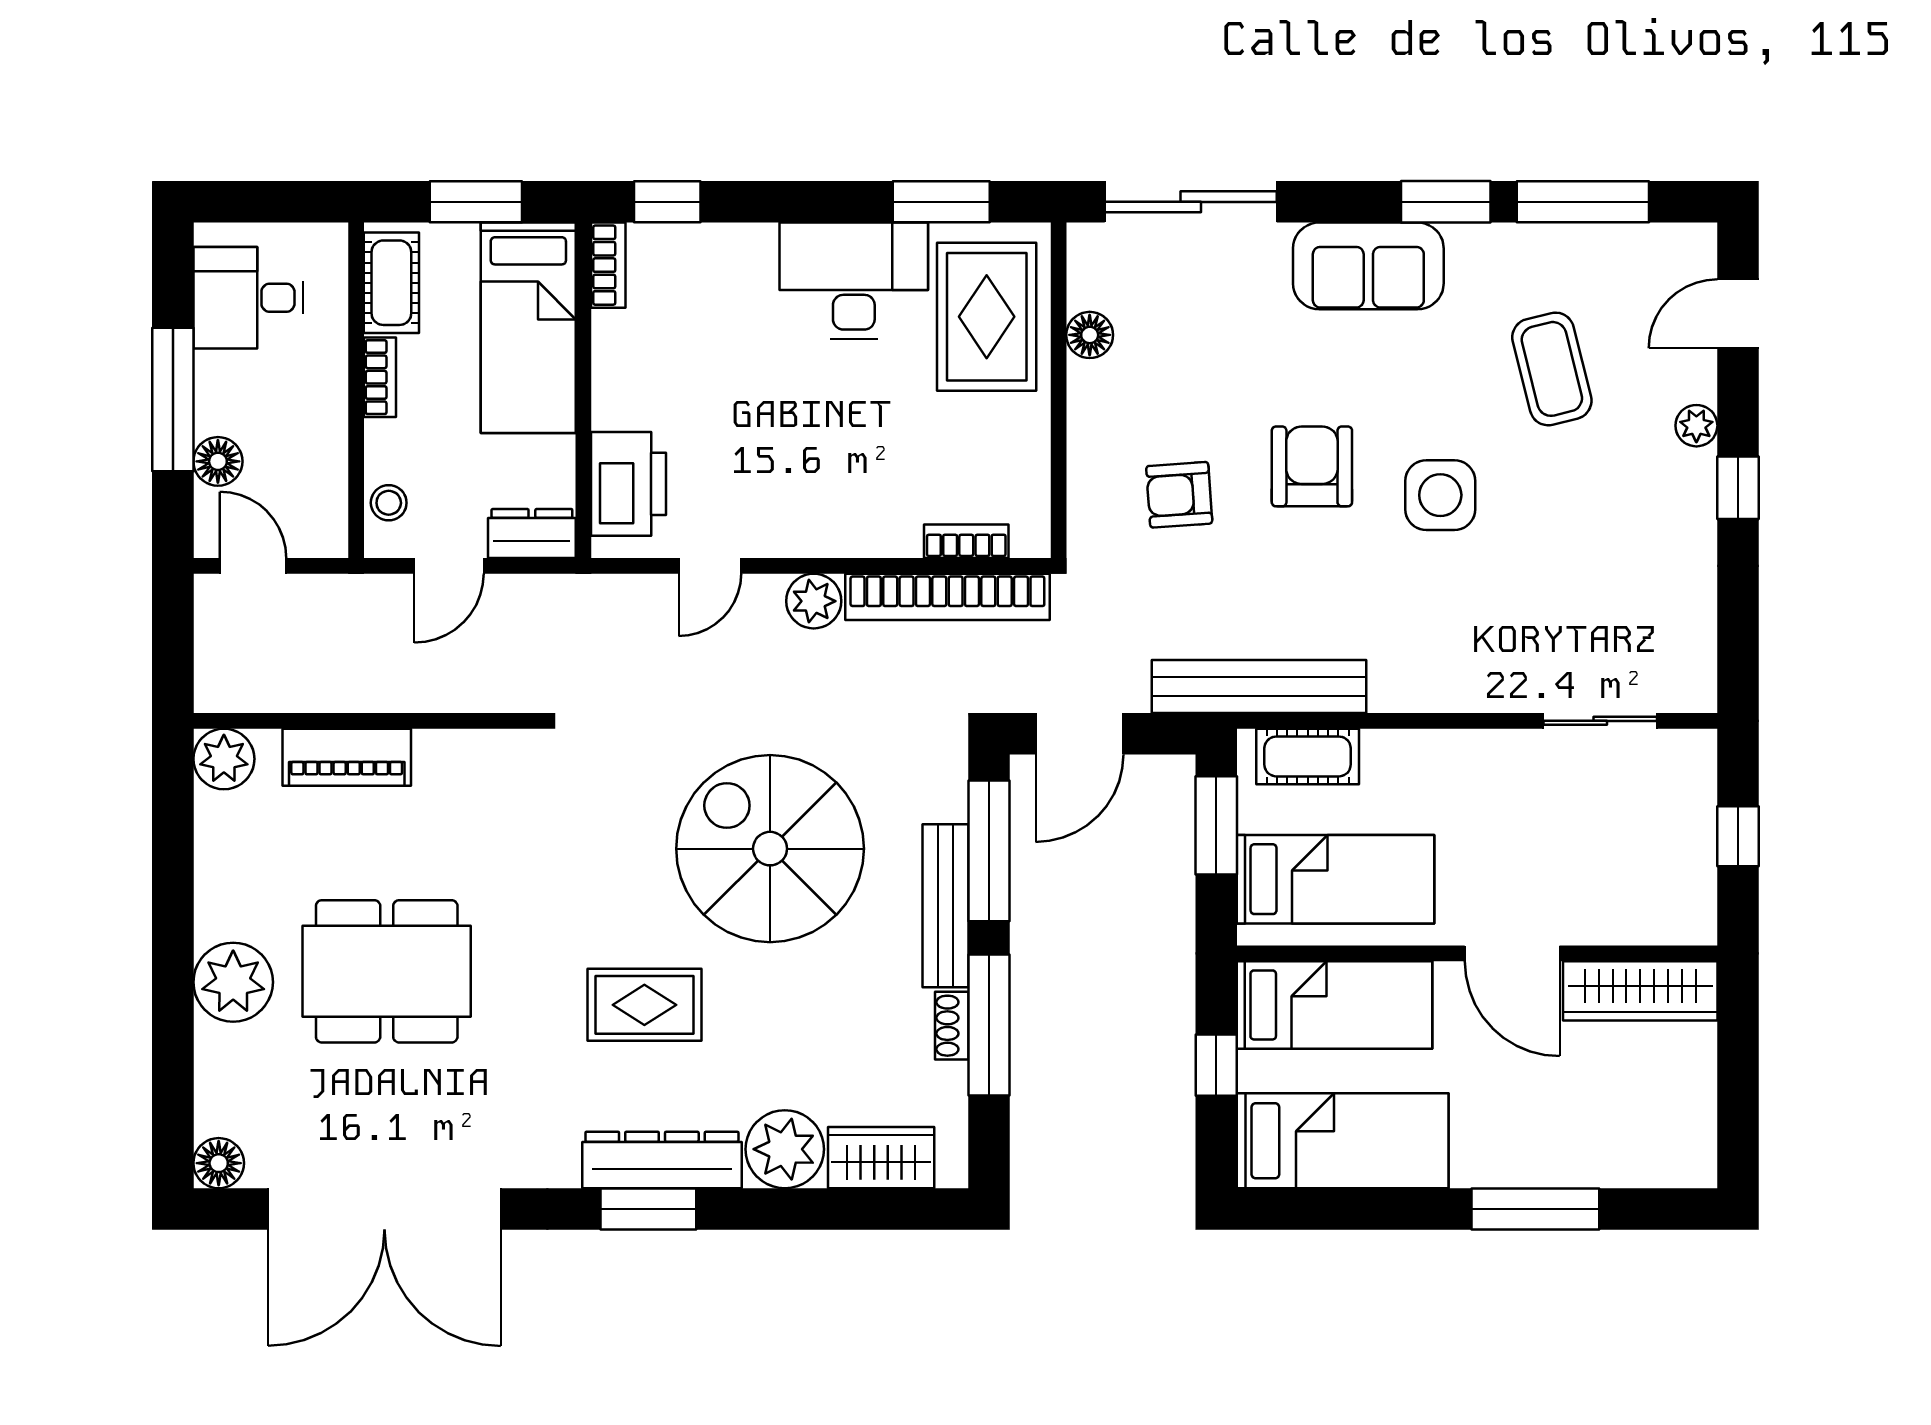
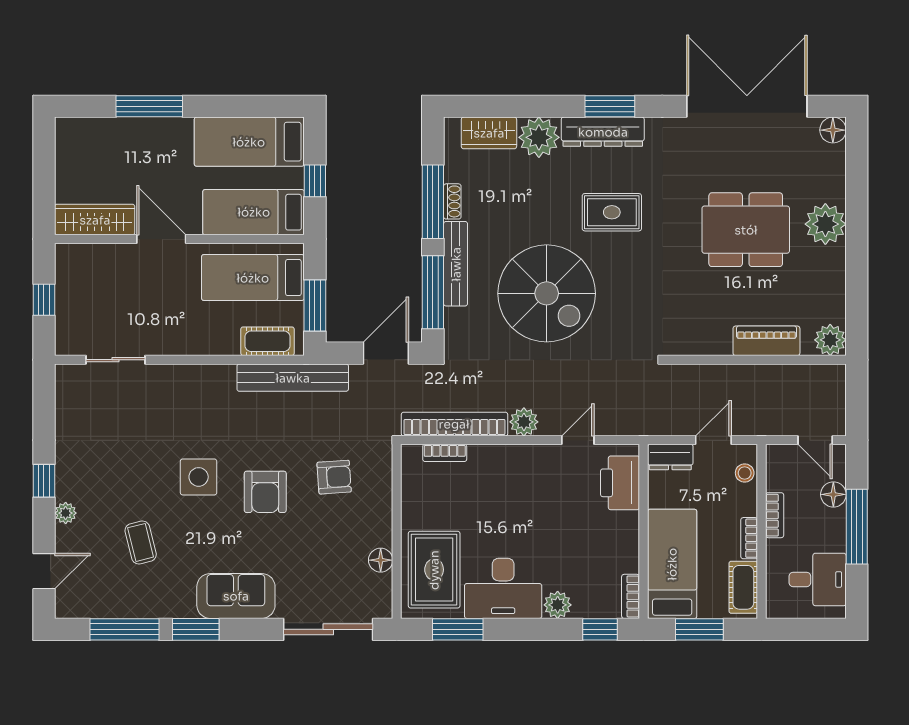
plant: (749, 249) -> (558, 605), added
coffee table: (1552, 369) -> (141, 542), width x0.73, depth x0.77
bookcase: (331, 422) -> (775, 515), added

